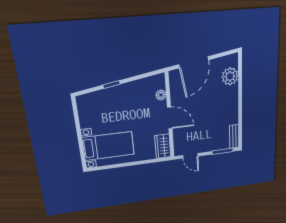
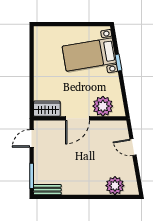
door: (194, 62) -> (133, 147), width x0.53
plant: (161, 95) -> (103, 106), width x1.88, depth x1.88
bed with nightstands: (108, 146) -> (89, 55), moved, turned 80

